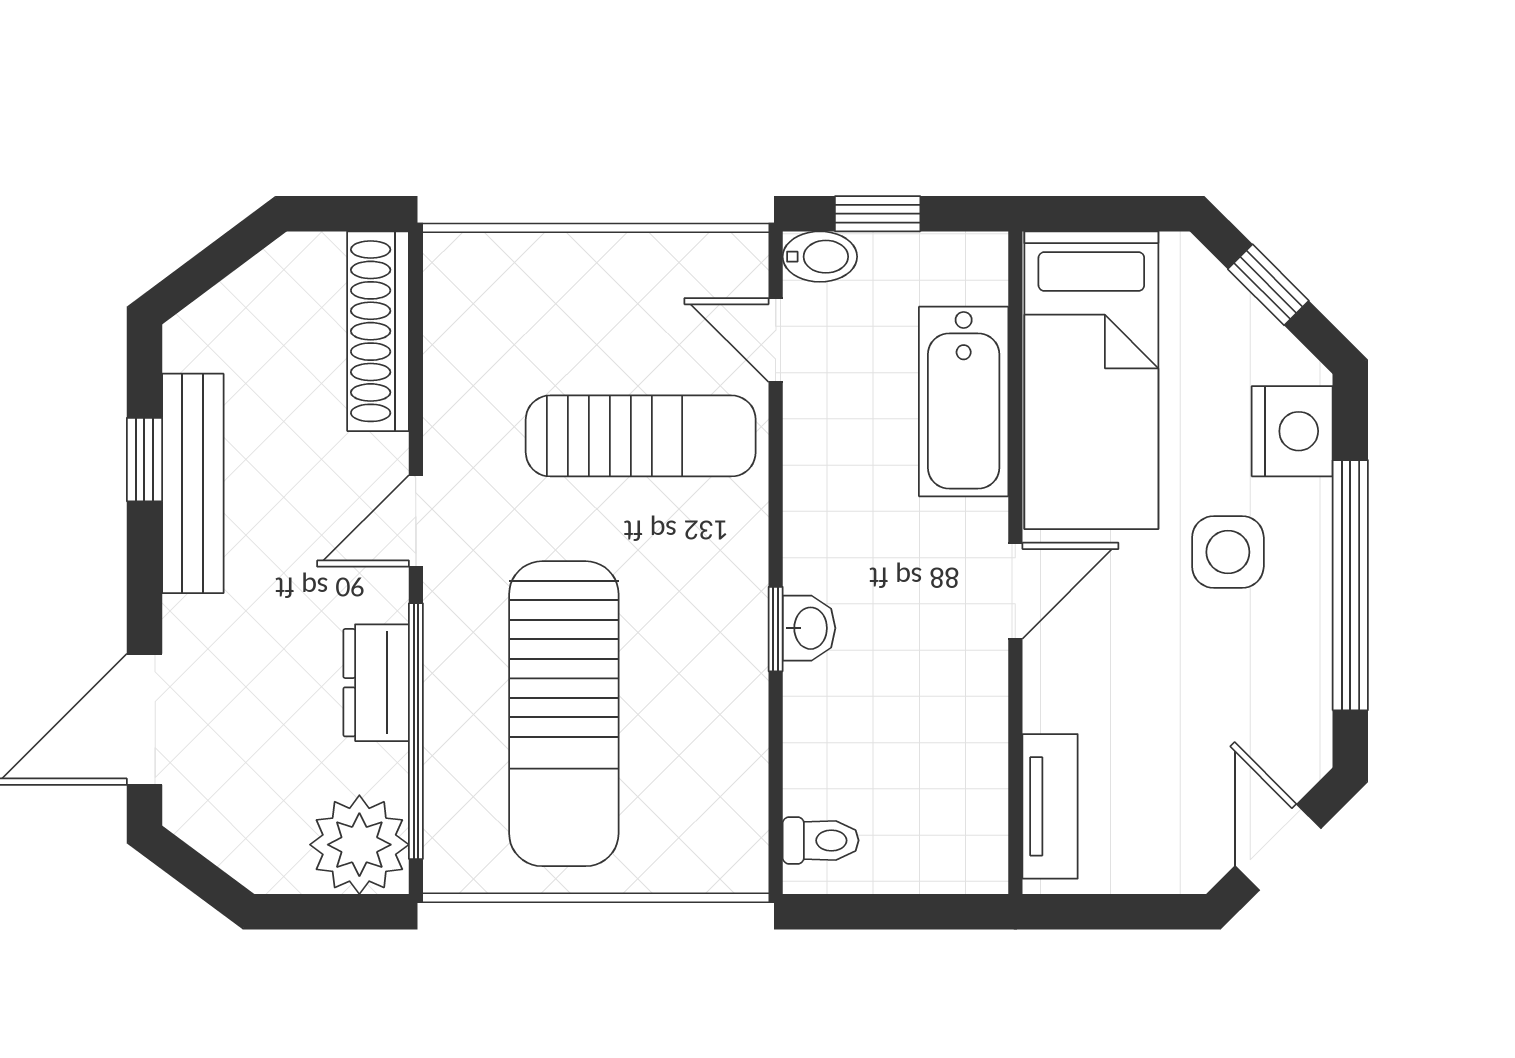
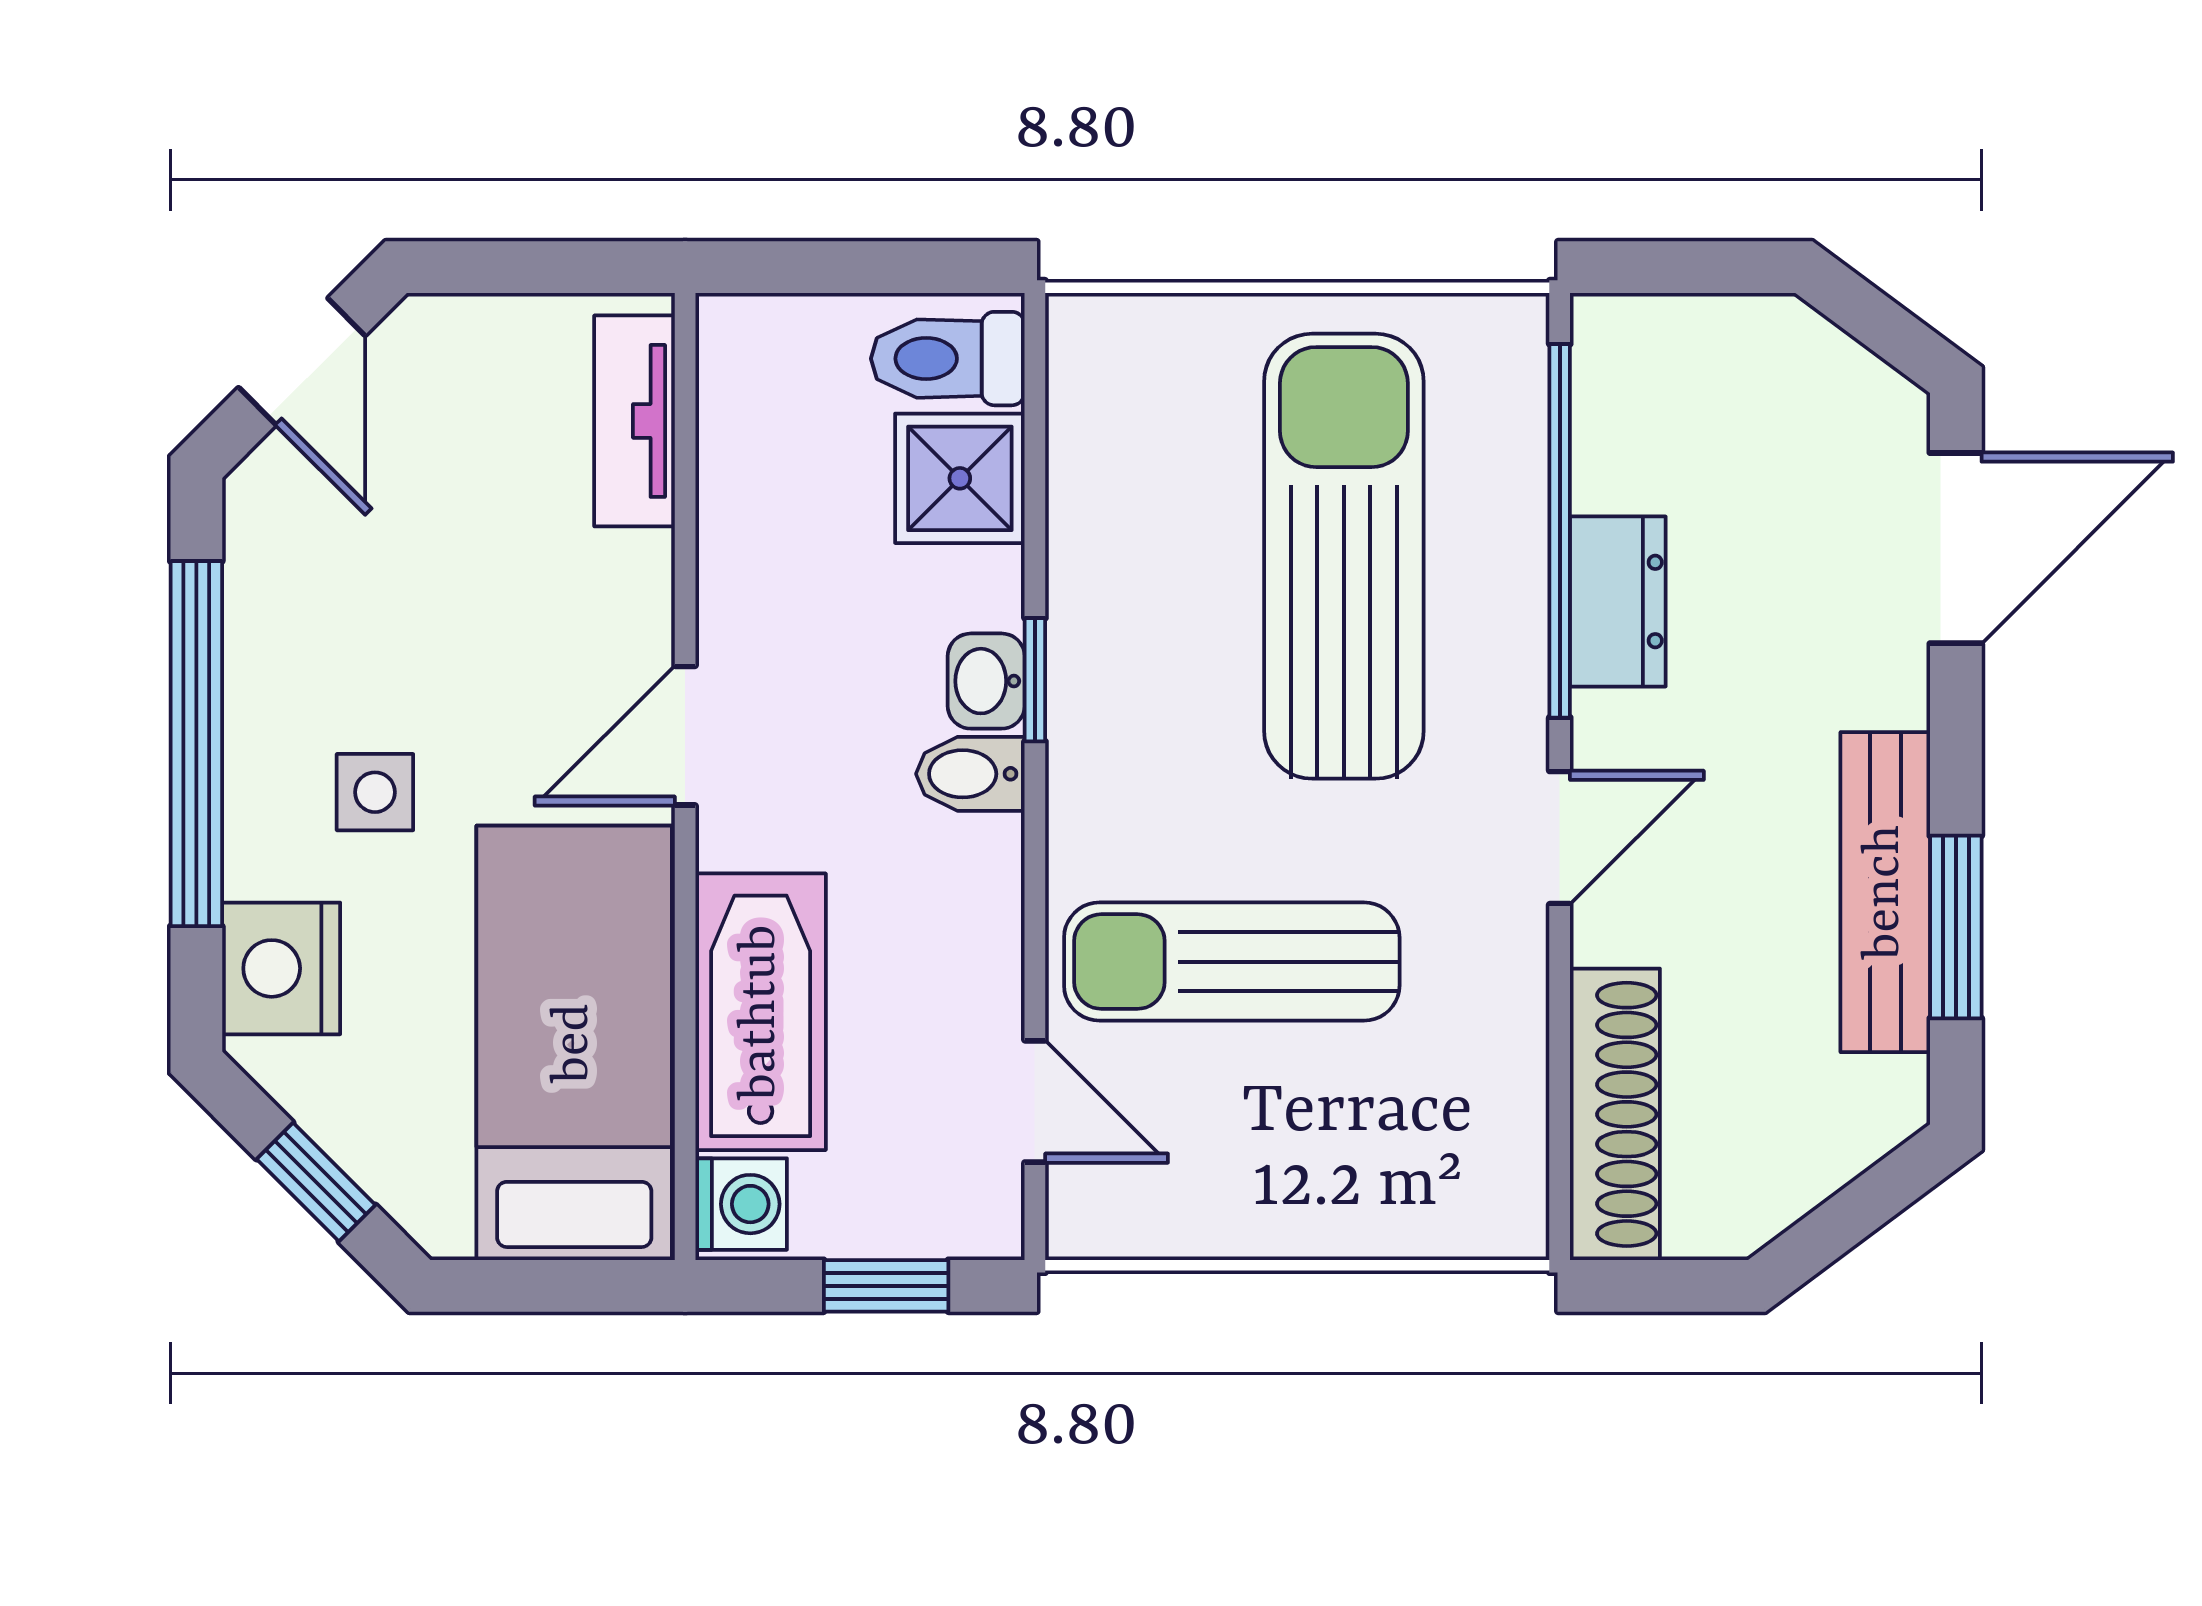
bidet: (820, 257) -> (970, 774), moved
washing machine: (977, 270) -> (741, 1204), added
window: (144, 460) -> (1956, 927), width x1.50
side table: (1228, 552) -> (375, 792), width x0.73, depth x0.73
shower: (827, 767) -> (960, 478), added
toilet: (821, 840) -> (948, 359), width x1.37, depth x1.39
plant: (359, 845) -> (1642, 365), removed

